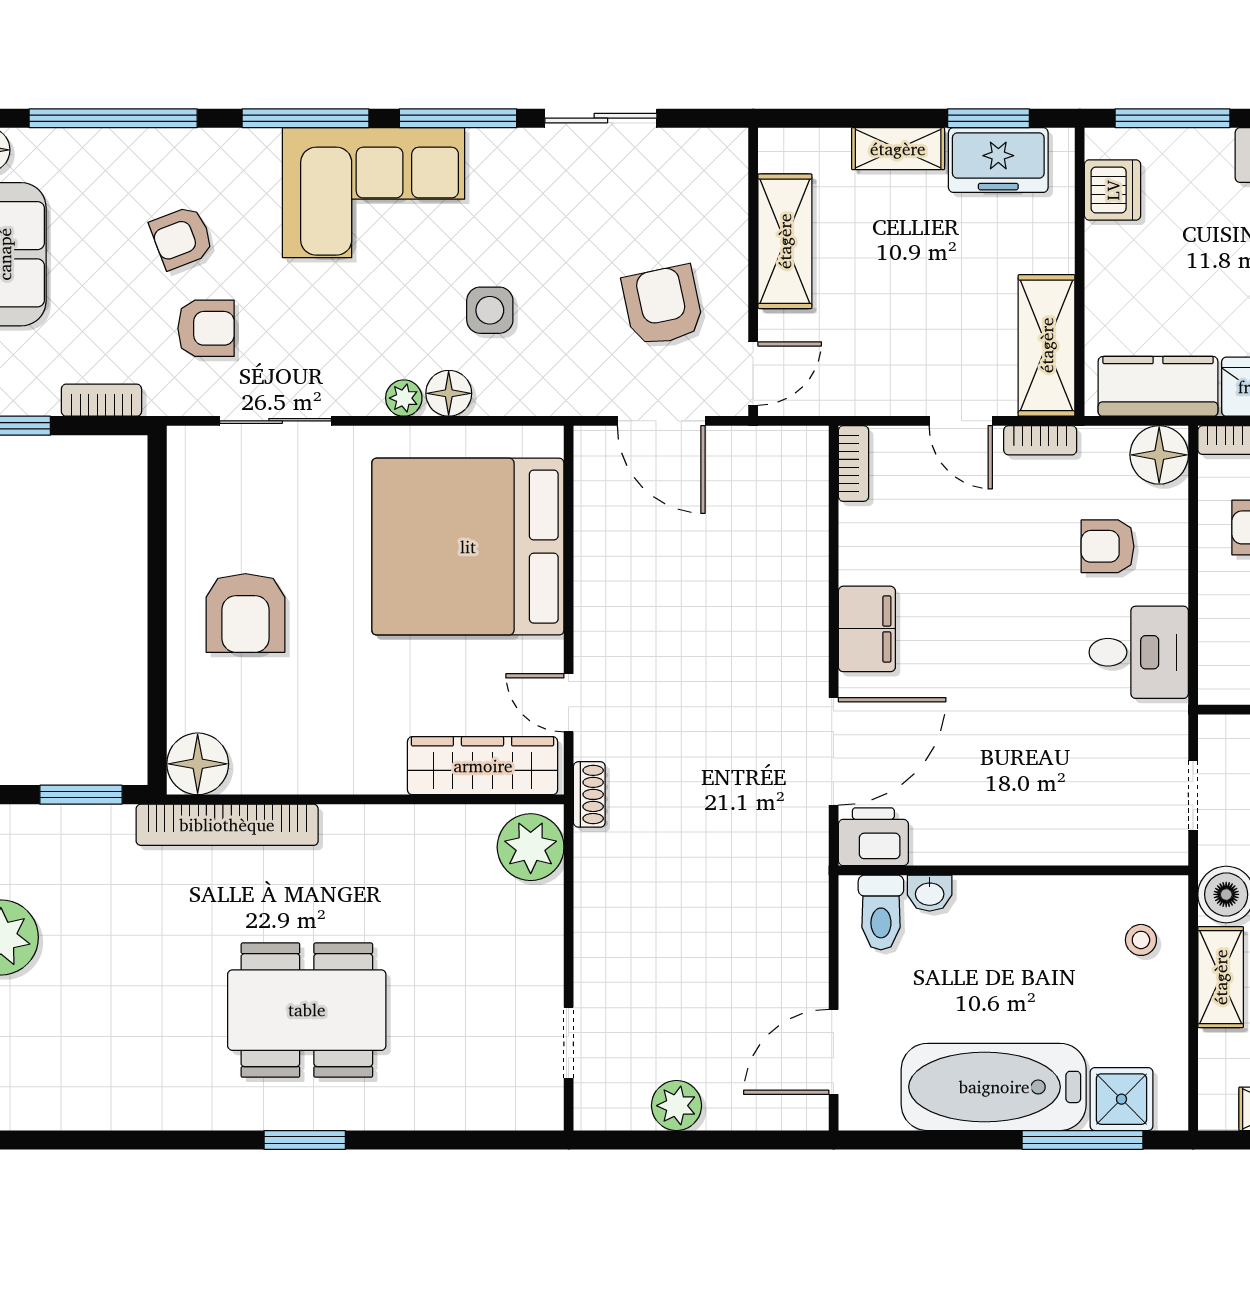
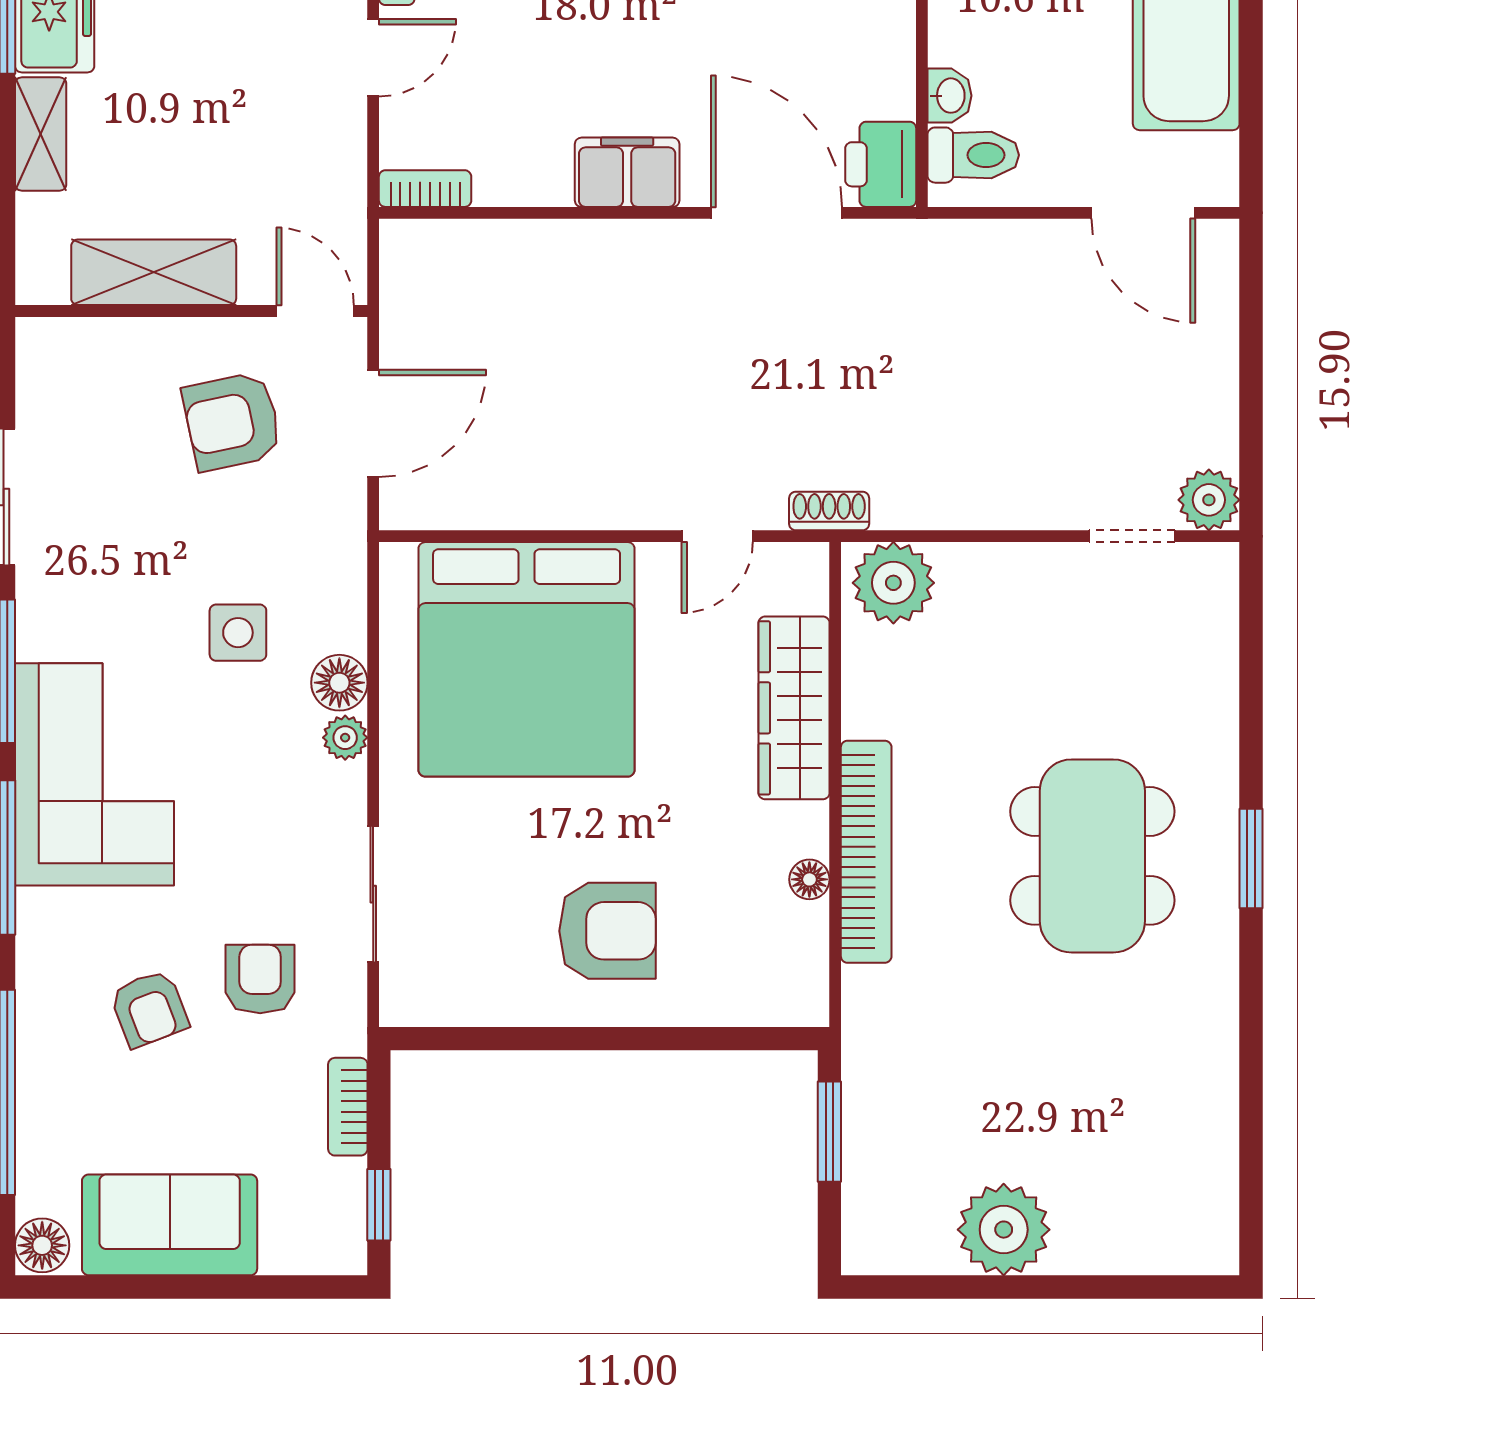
floor lamp: (198, 764) -> (809, 879), moved, width x0.53, depth x0.53
wardrobe: (483, 766) -> (794, 708), moved
bookcase: (227, 825) -> (866, 852), moved
plant: (676, 1106) -> (1209, 500), moved

